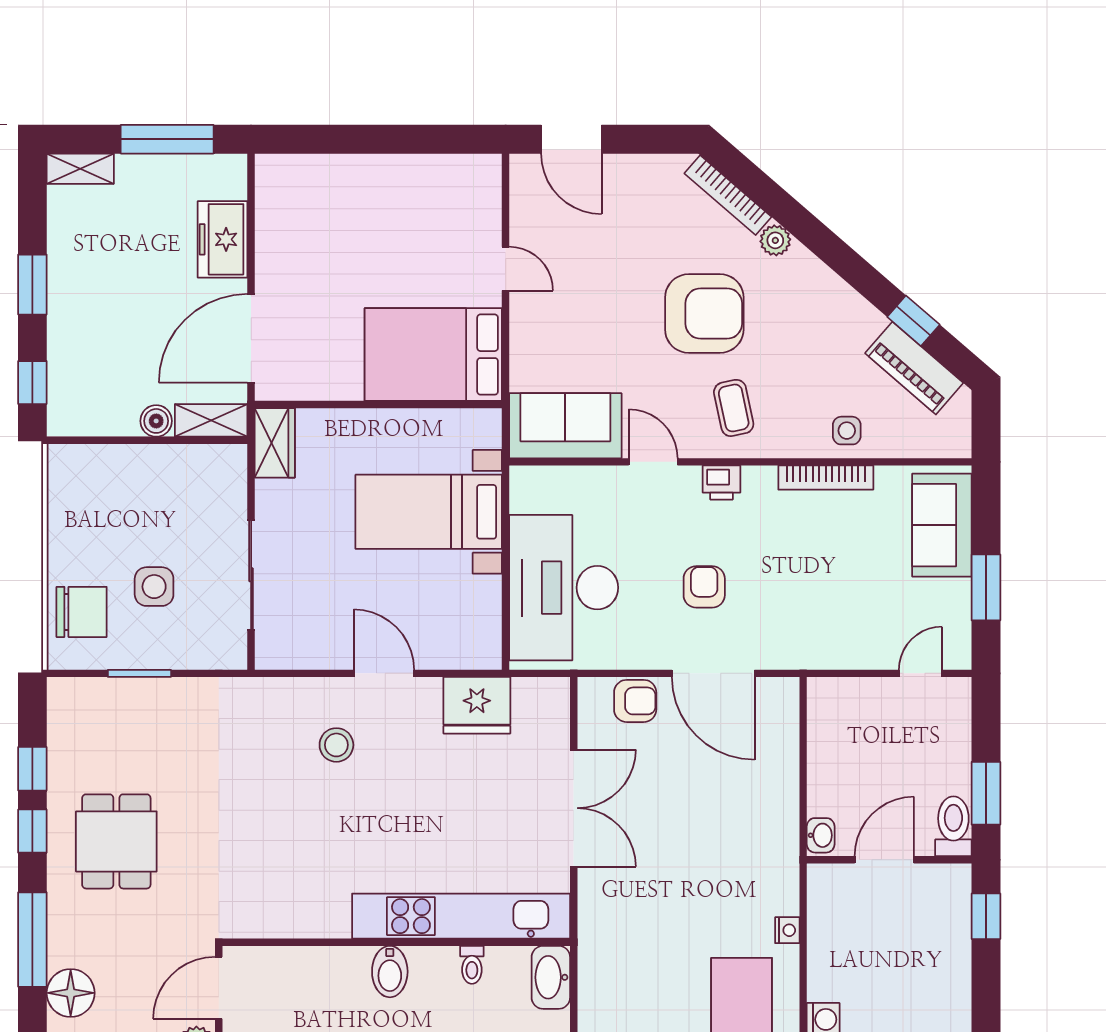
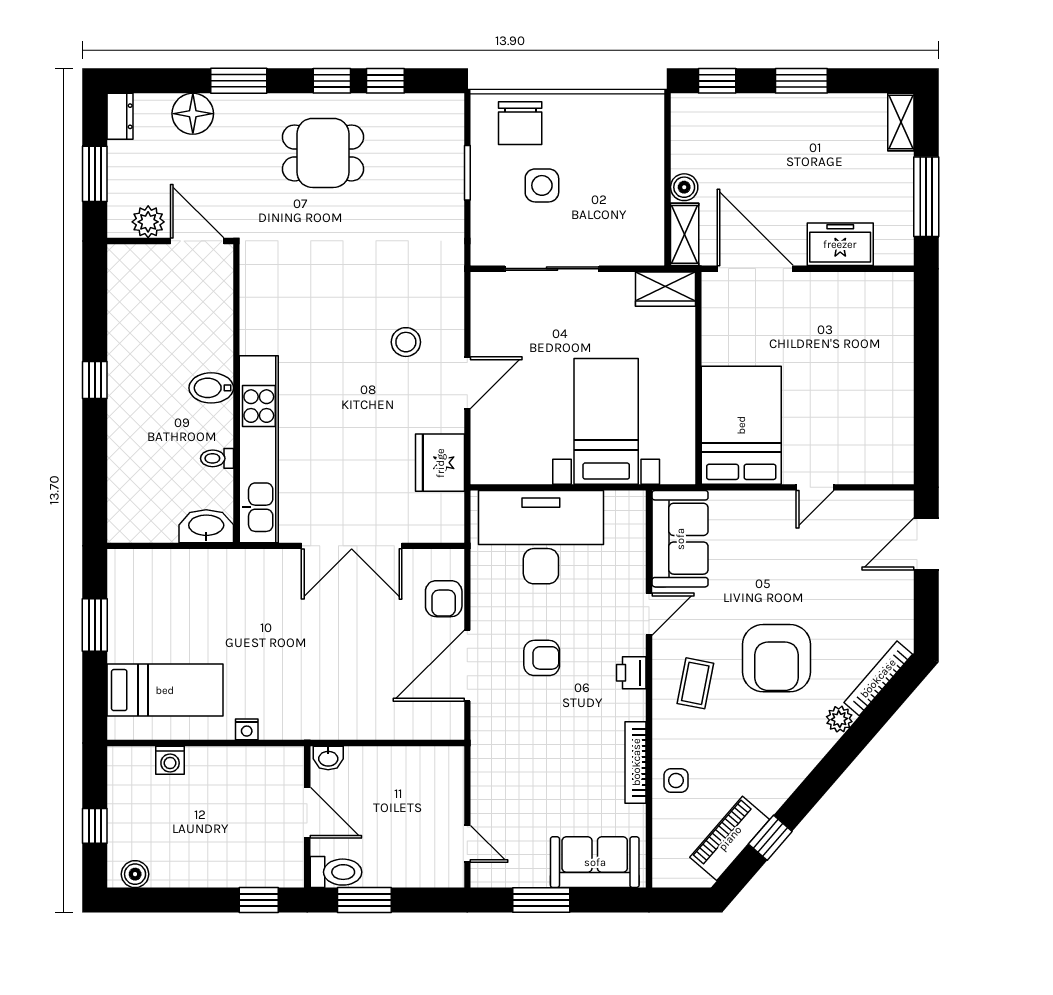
coffee table: (734, 408) -> (695, 683), turned -67
window: (32, 940) -> (239, 81), width x0.69

